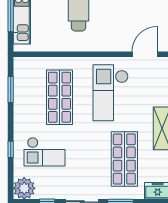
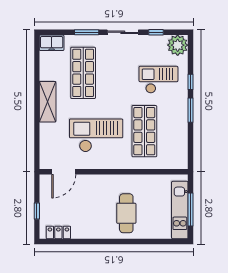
window: (11, 90) -> (191, 110), moved
checkout: (111, 93) -> (96, 135), turned -90

